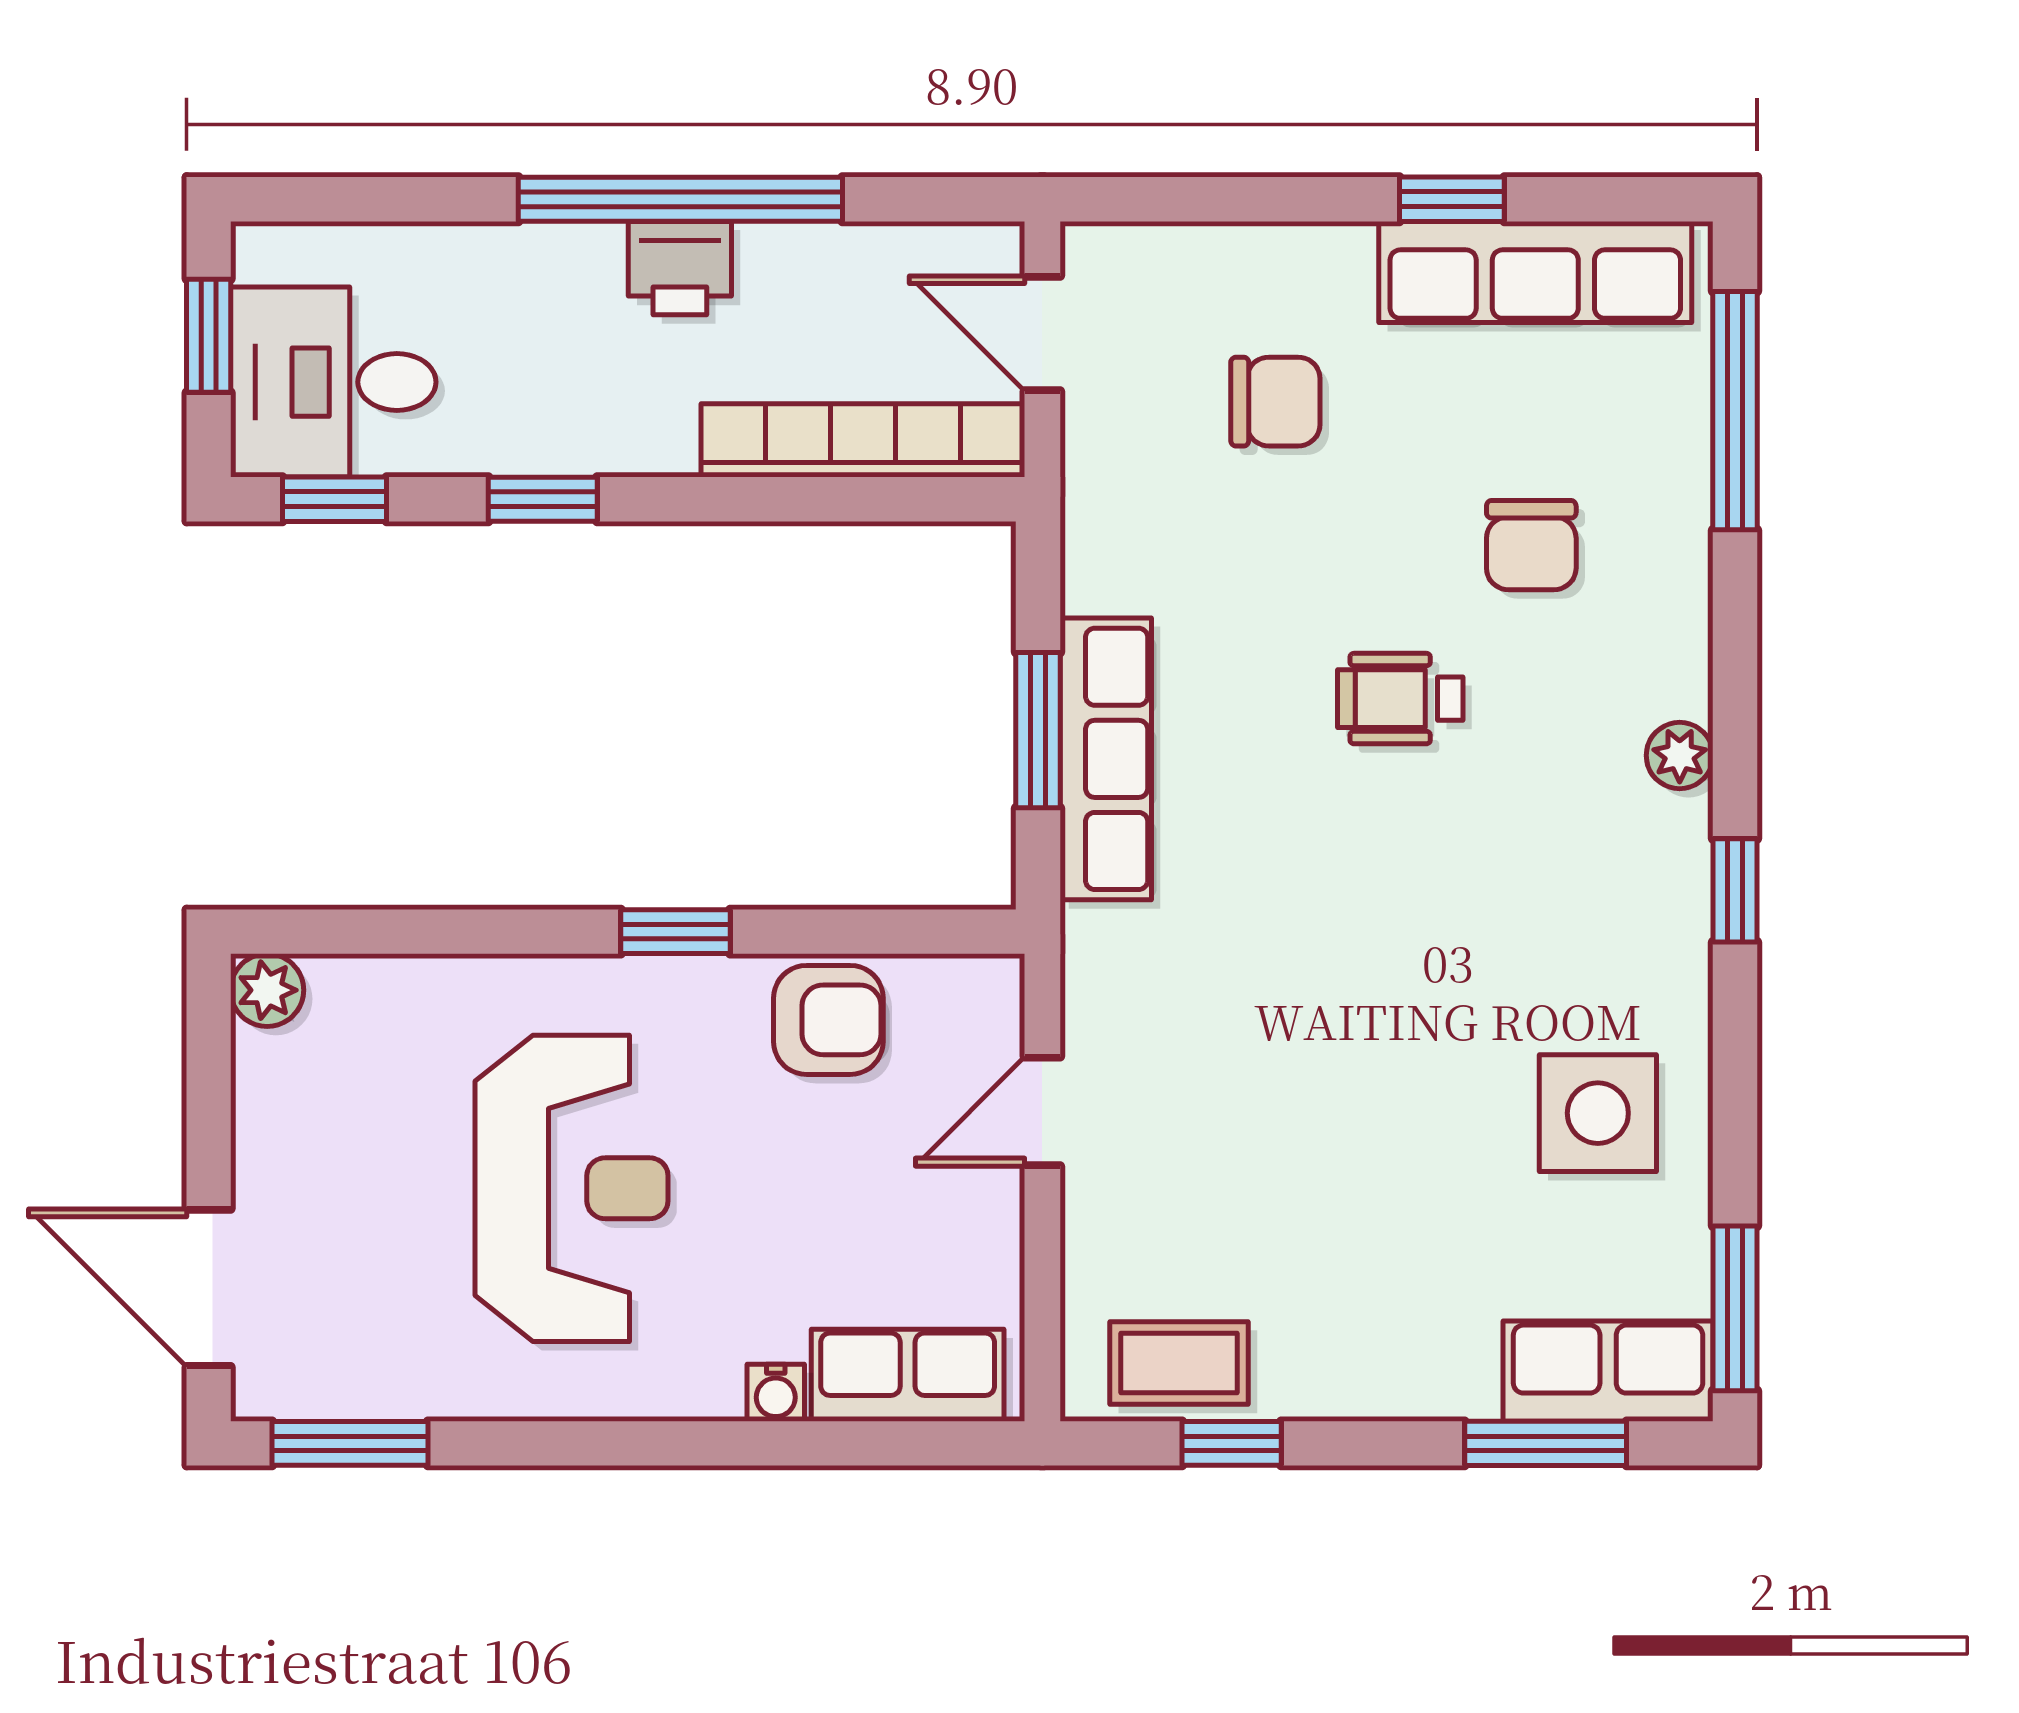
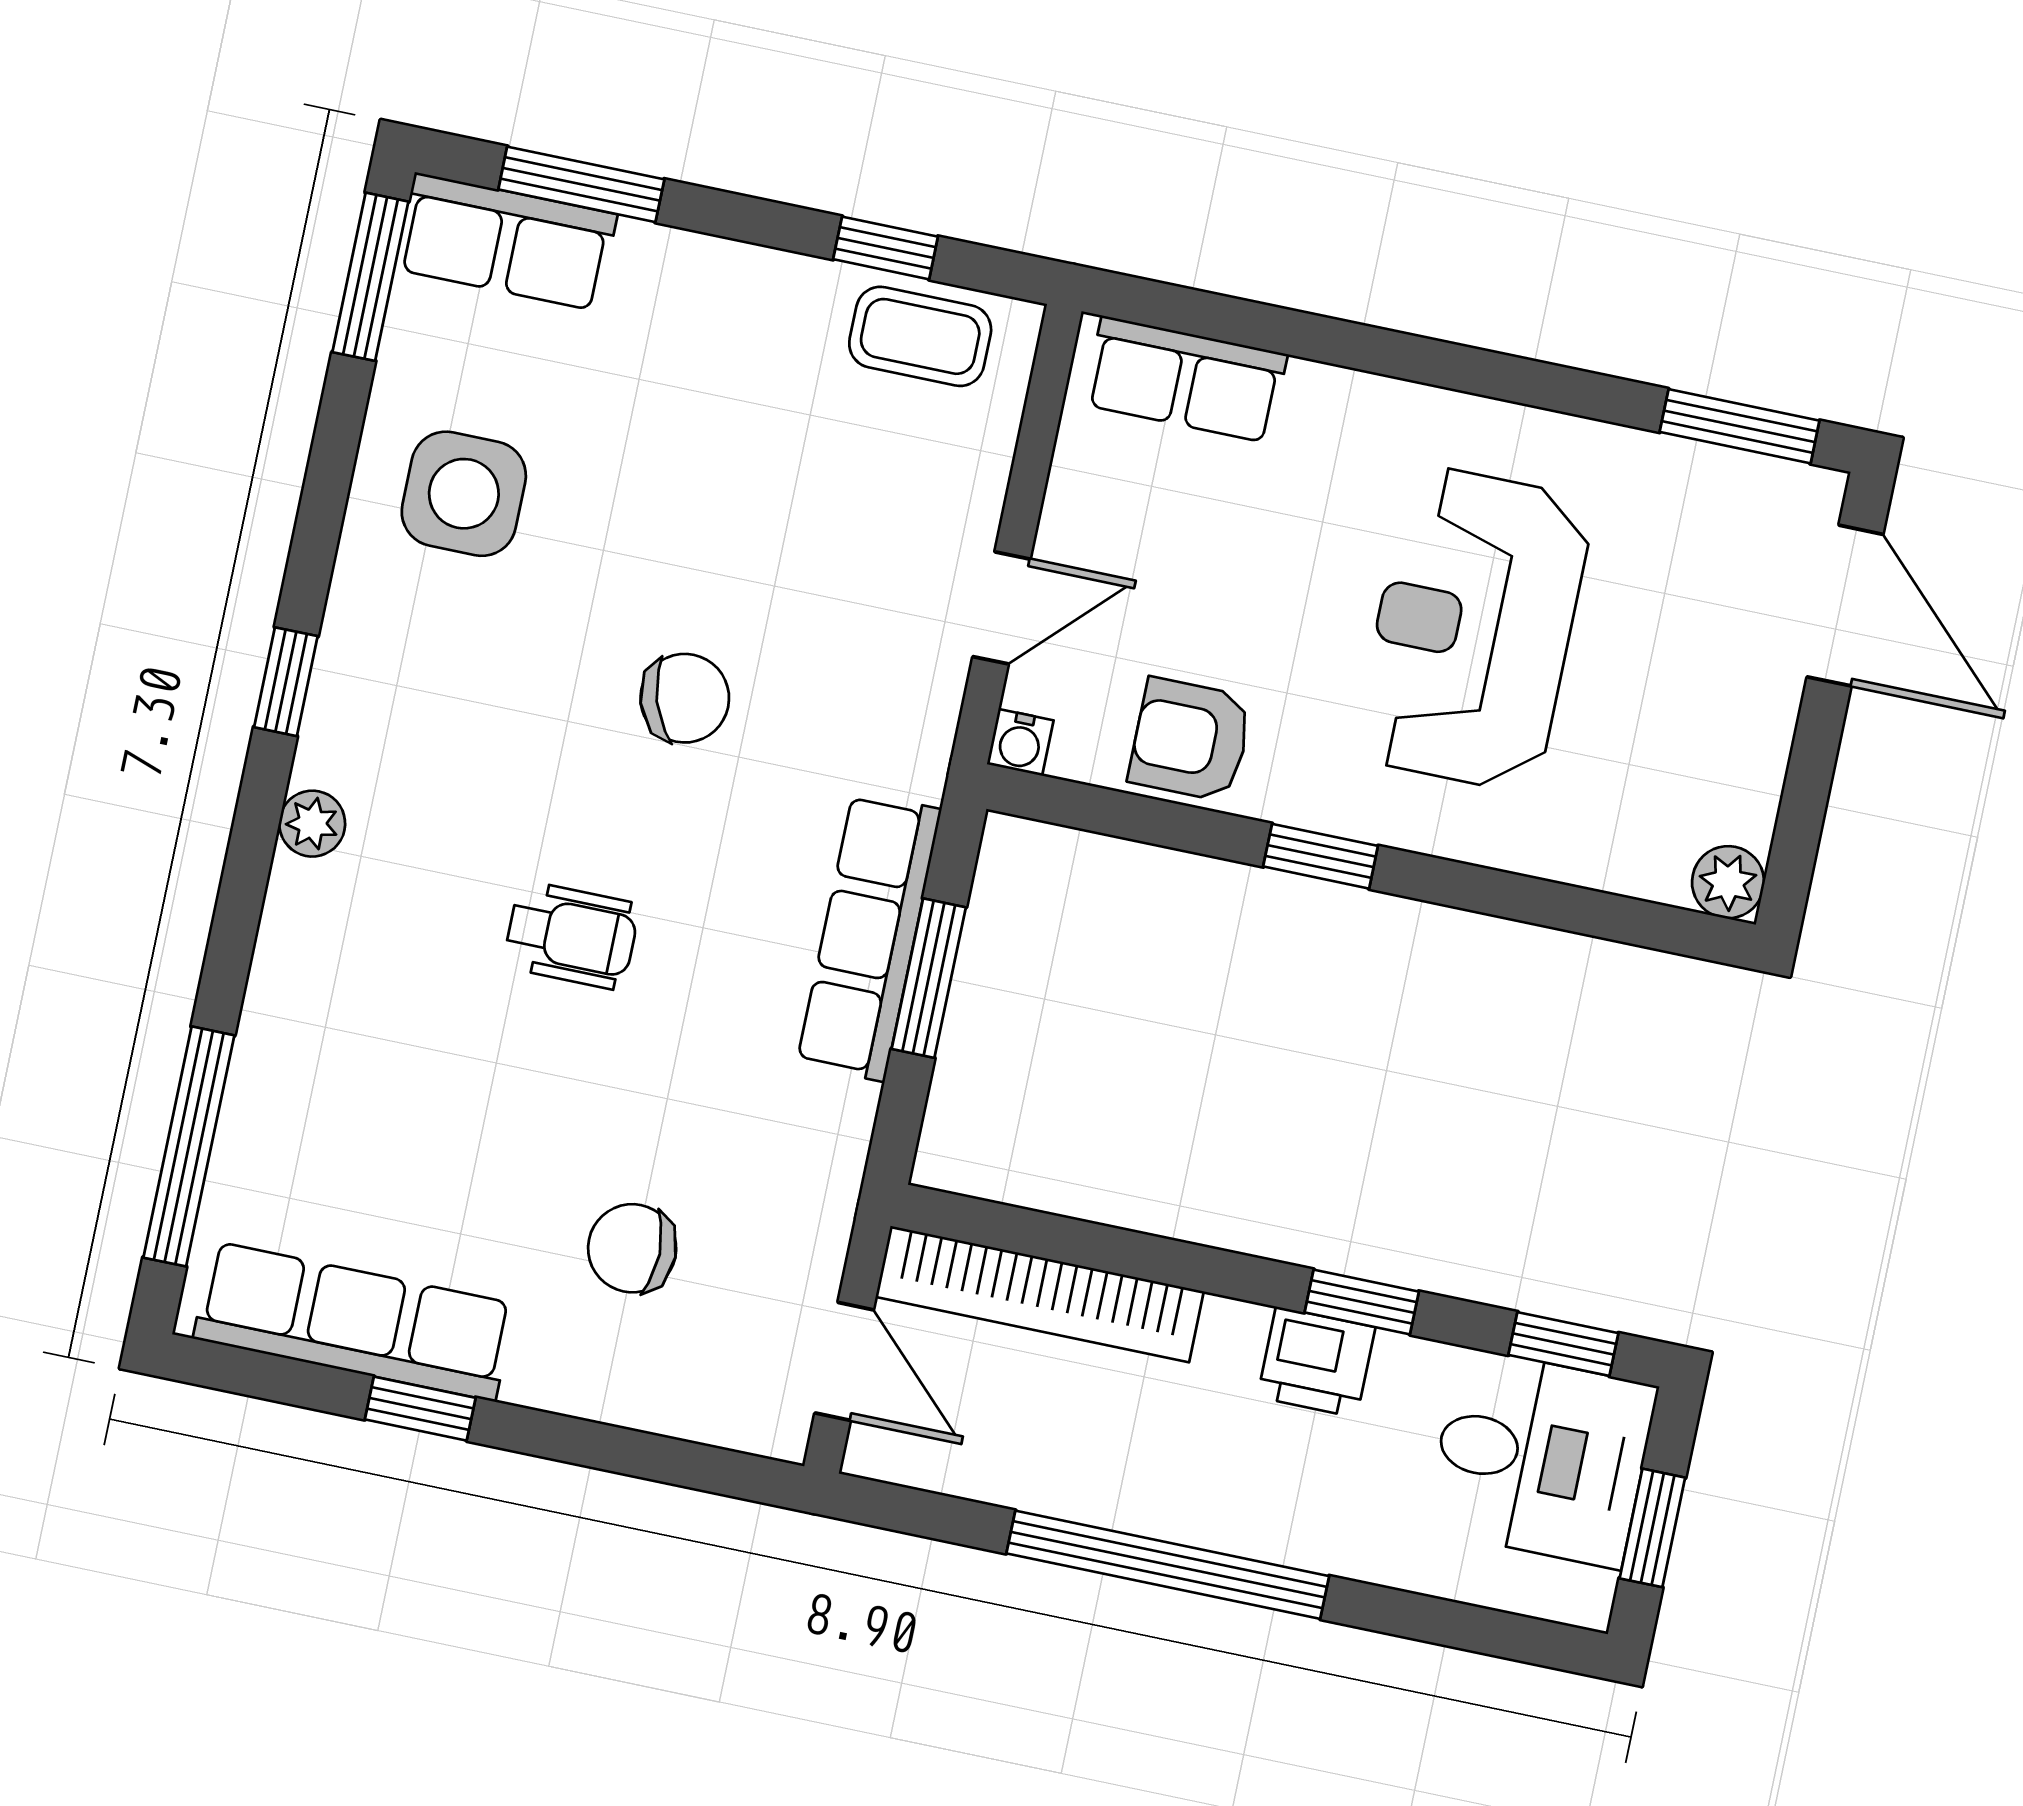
printer: (680, 268) -> (1316, 1362), moved, turned 180
chair: (1531, 545) -> (685, 698), moved, turned 72
water cooler: (776, 1393) -> (1020, 742), moved, turned 180

